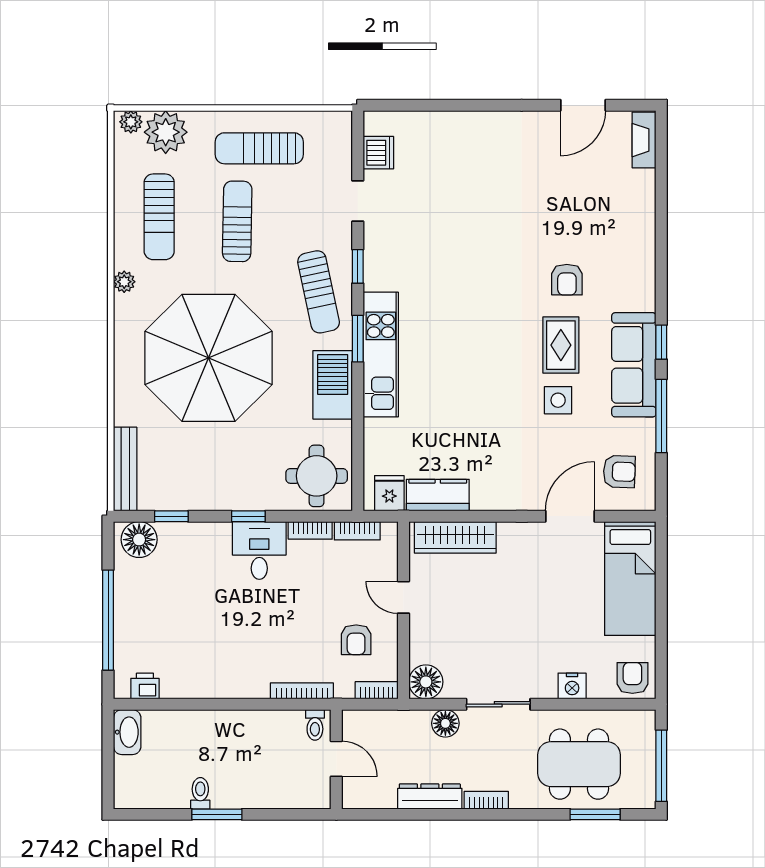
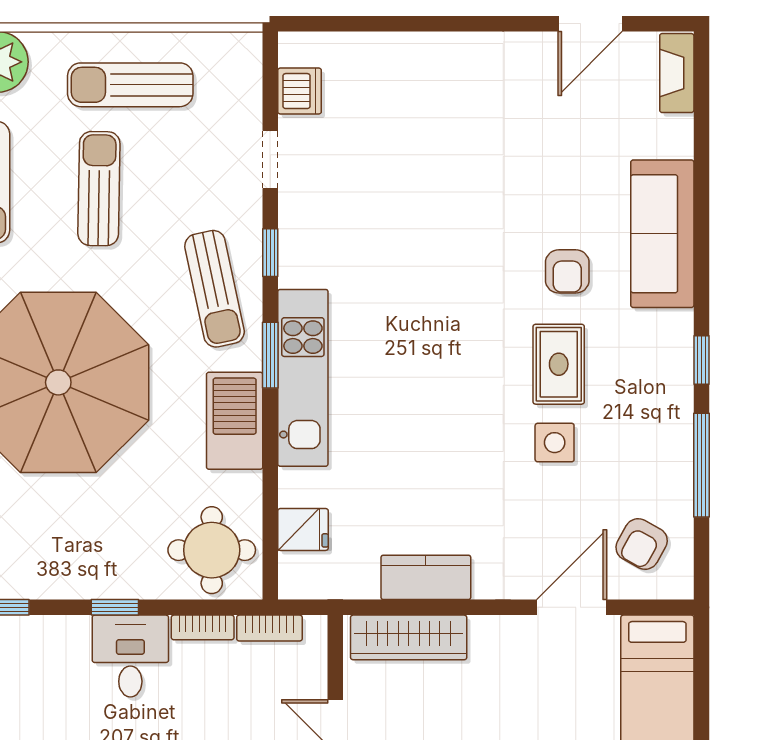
sofa: (634, 365) -> (662, 234), moved
armchair: (619, 472) -> (642, 544), turned 117
fridge: (389, 493) -> (303, 529), moved, turned 90
kitchen counter: (438, 495) -> (426, 577), moved

